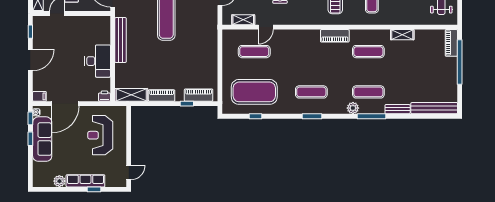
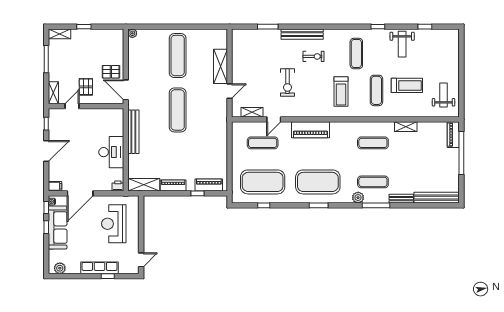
piano: (335, 36) -> (310, 130), moved, width x1.37, depth x1.33
exercise mat: (311, 92) -> (318, 182), width x2.00, depth x1.45
plant: (59, 181) -> (60, 268), moved

